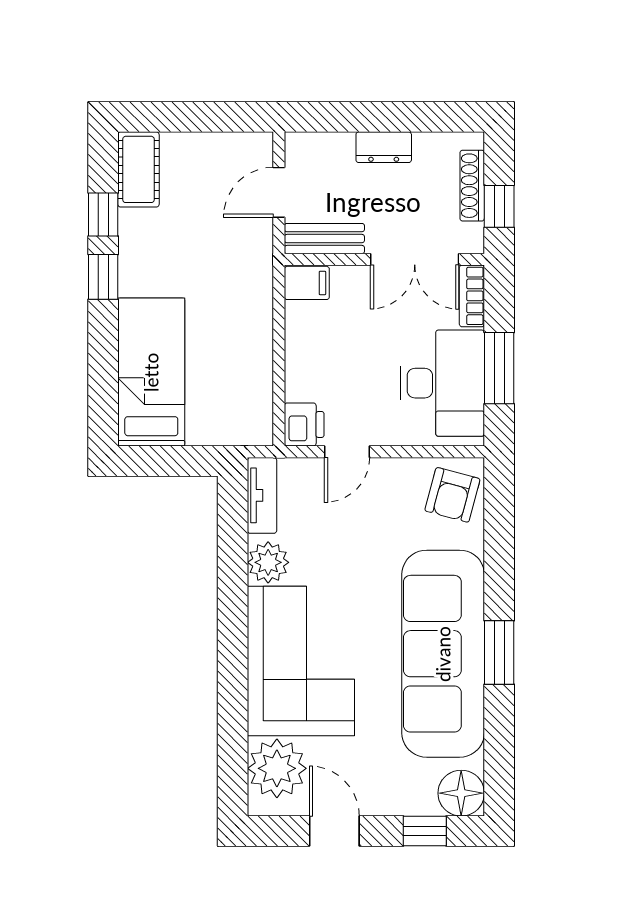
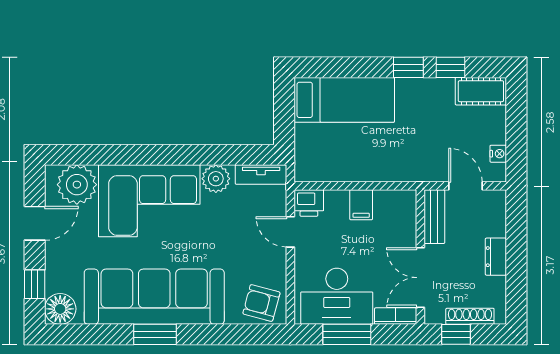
nightstand: (231, 144) -> (498, 154), added
filing cabinet: (307, 283) -> (361, 205), moved

